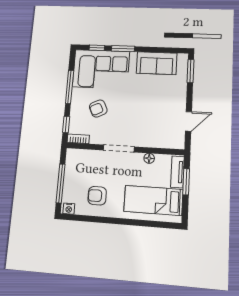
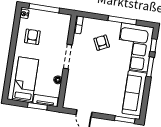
sofa: (157, 63) -> (134, 93), width x1.36
window: (66, 124) -> (91, 15), removed

